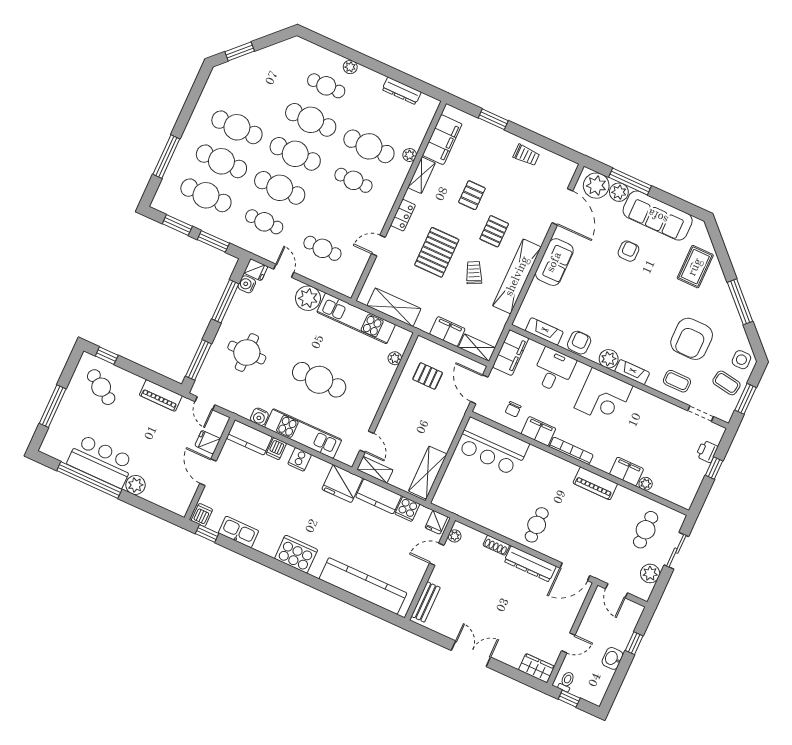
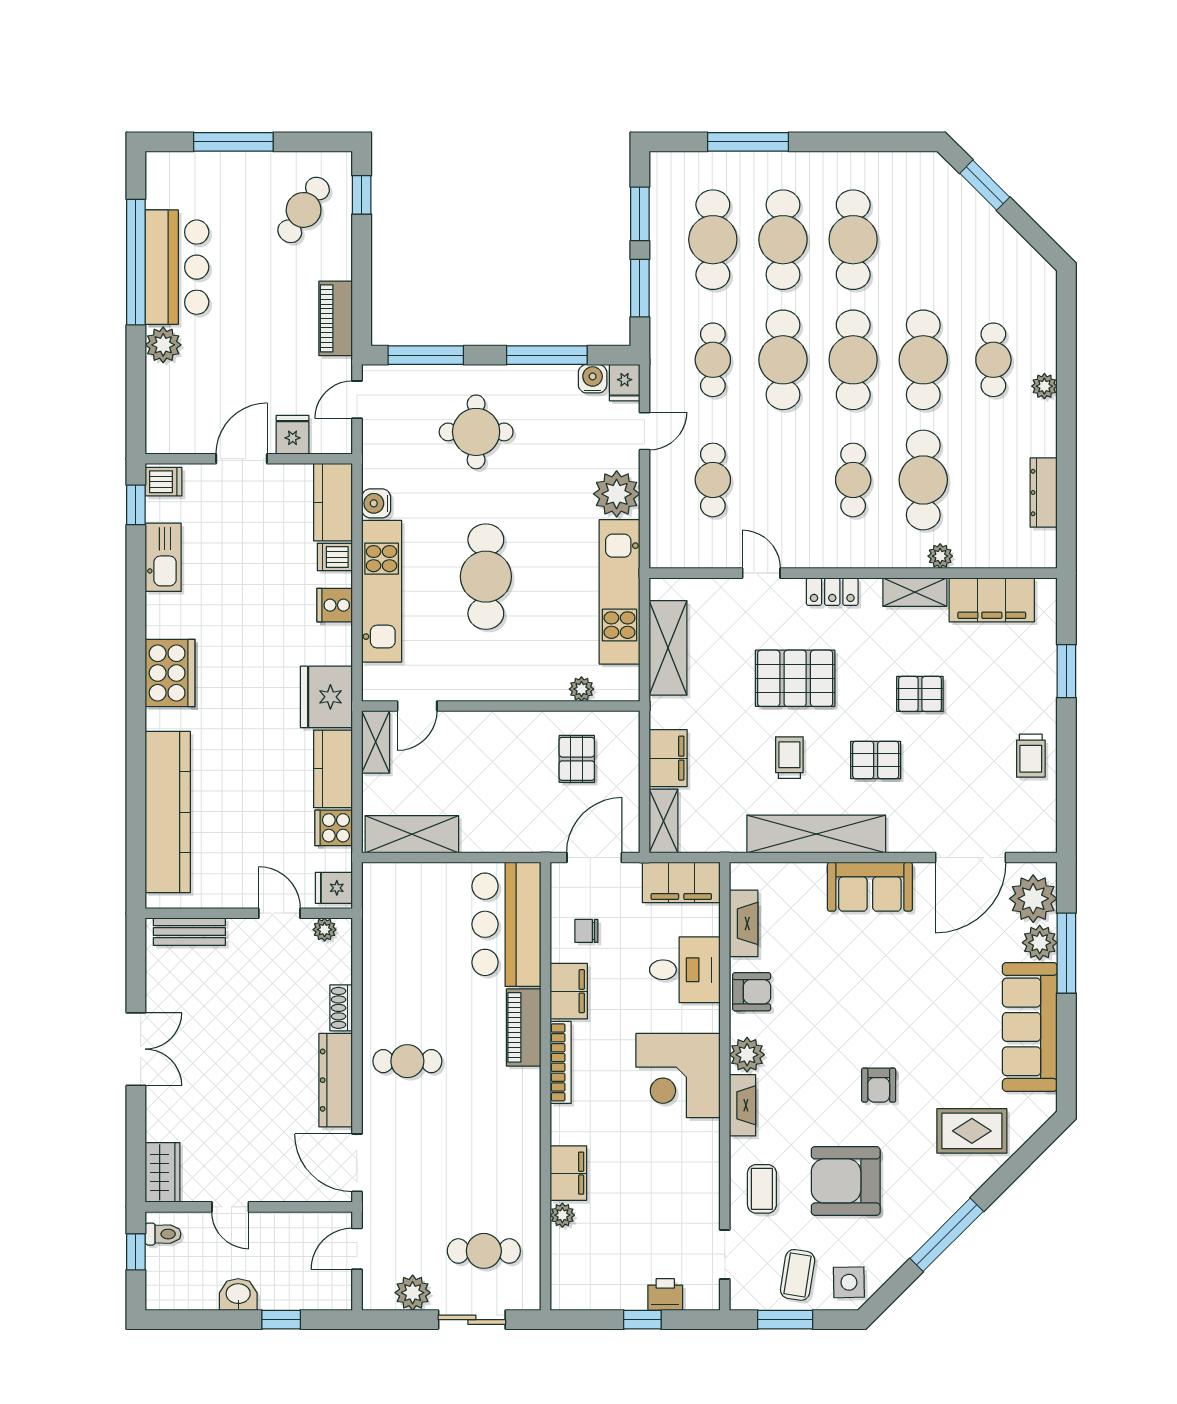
armchair: (628, 251) -> (879, 1085), moved, turned 90
trolley: (474, 273) -> (789, 758), turned -63
piano: (595, 483) -> (524, 1027), moved

